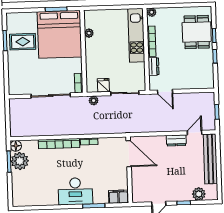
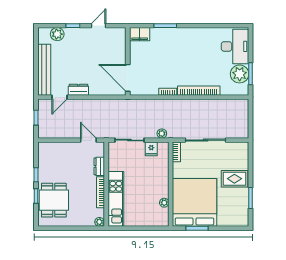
rug: (23, 42) -> (234, 179), moved
floor lamp: (16, 146) -> (243, 90), removed
desk: (75, 191) -> (235, 46), moved, turned 90

